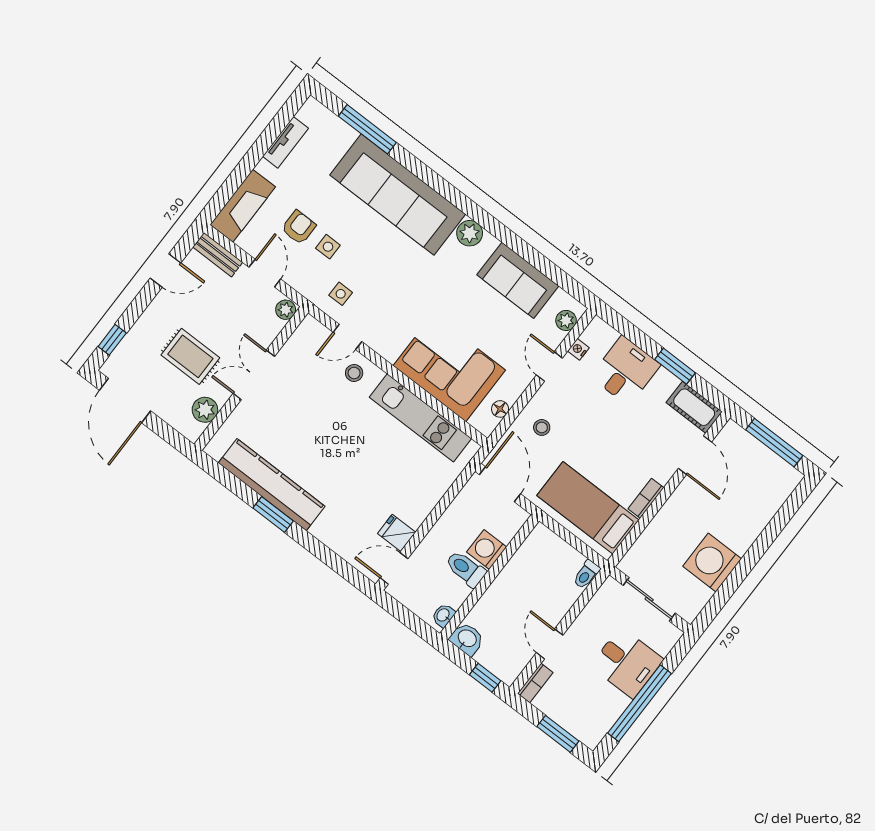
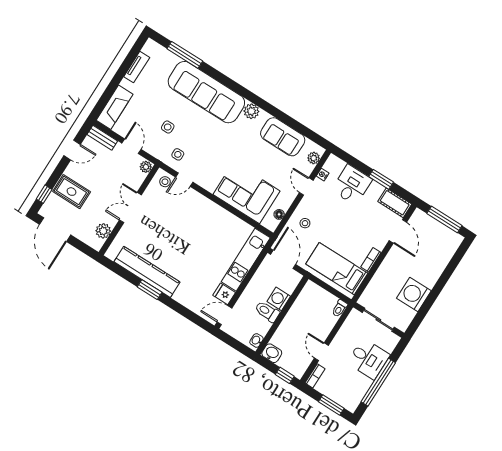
armchair: (299, 227) -> (149, 117), removed
rug: (190, 356) -> (72, 192), moved
stool: (354, 373) -> (165, 182), moved
kitchen unit: (420, 418) -> (246, 260), moved, turned 90

